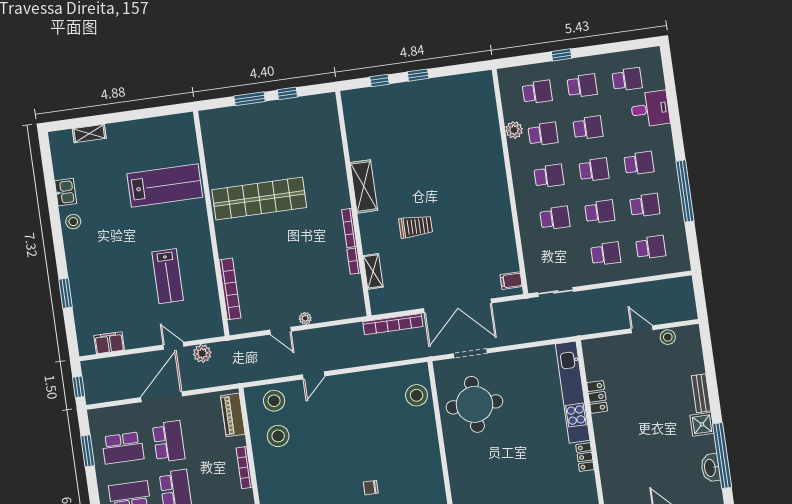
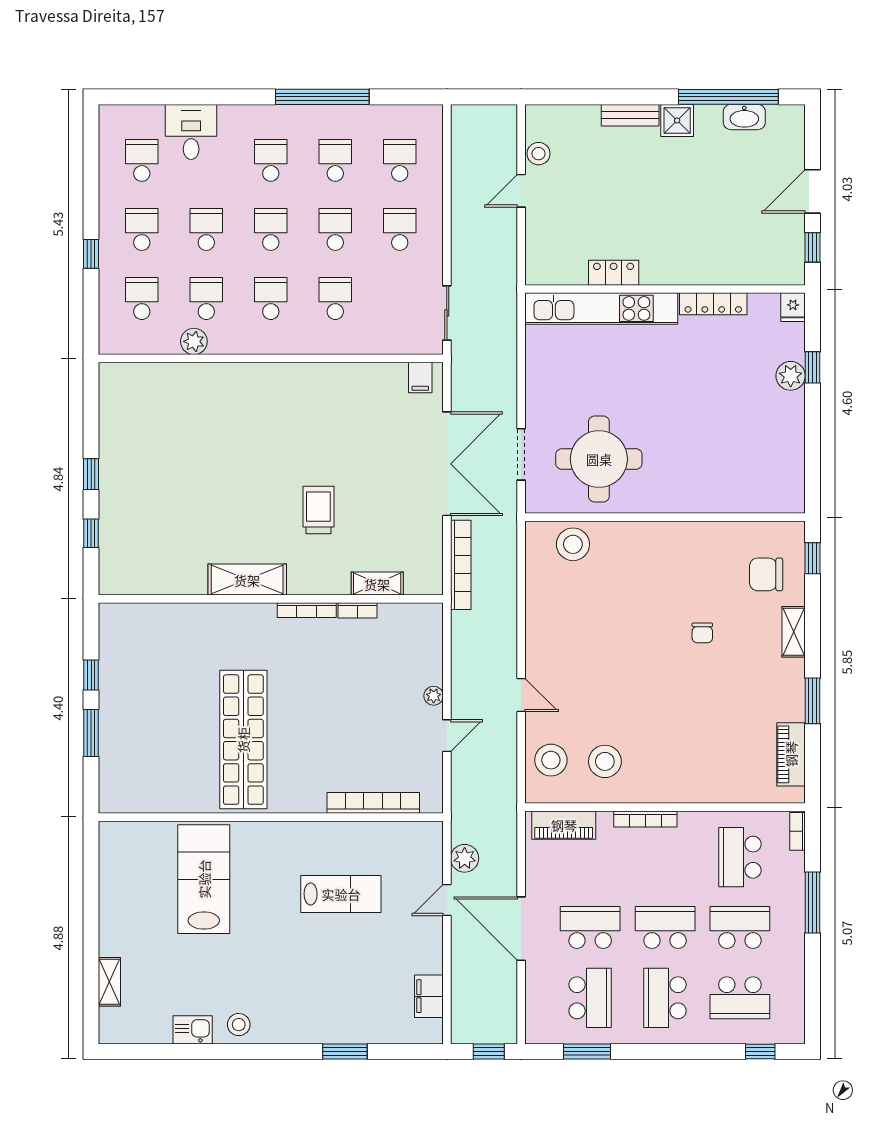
locker: (585, 457) -> (713, 304), width x1.53

